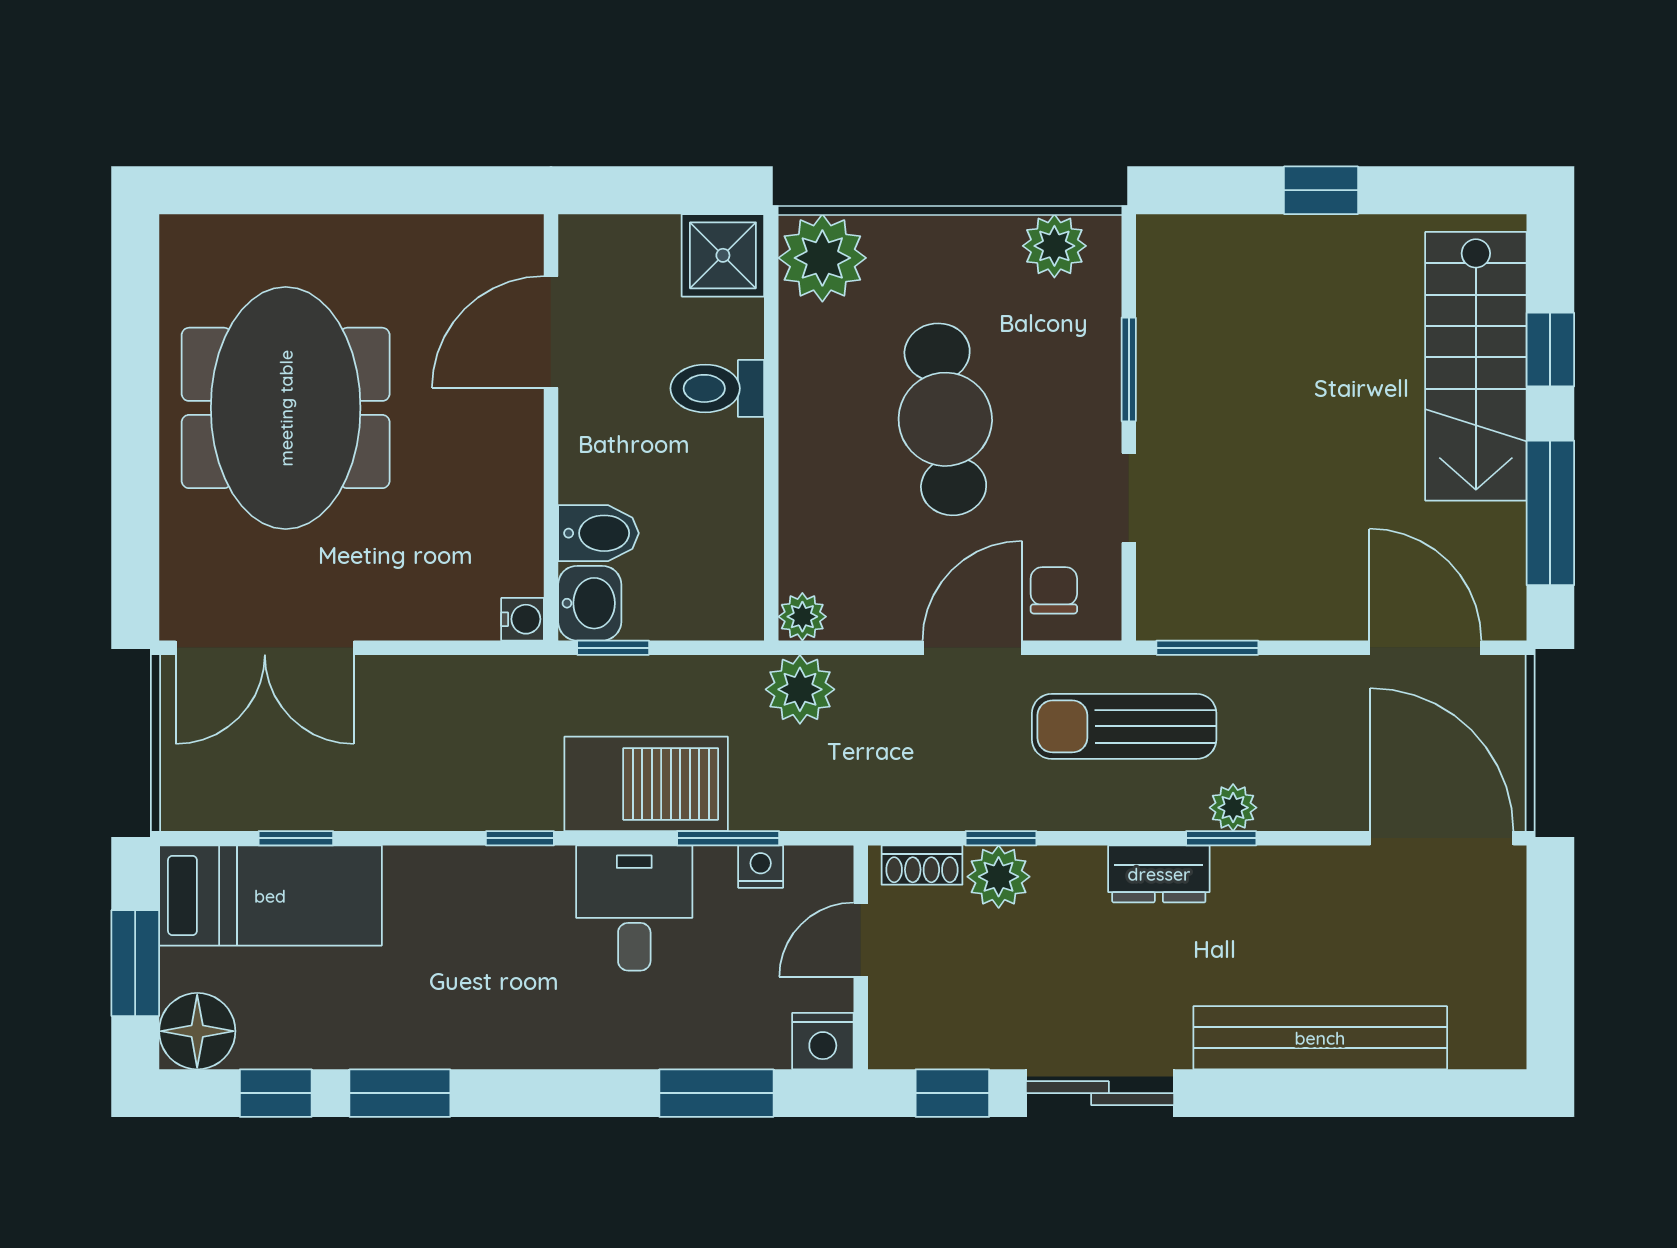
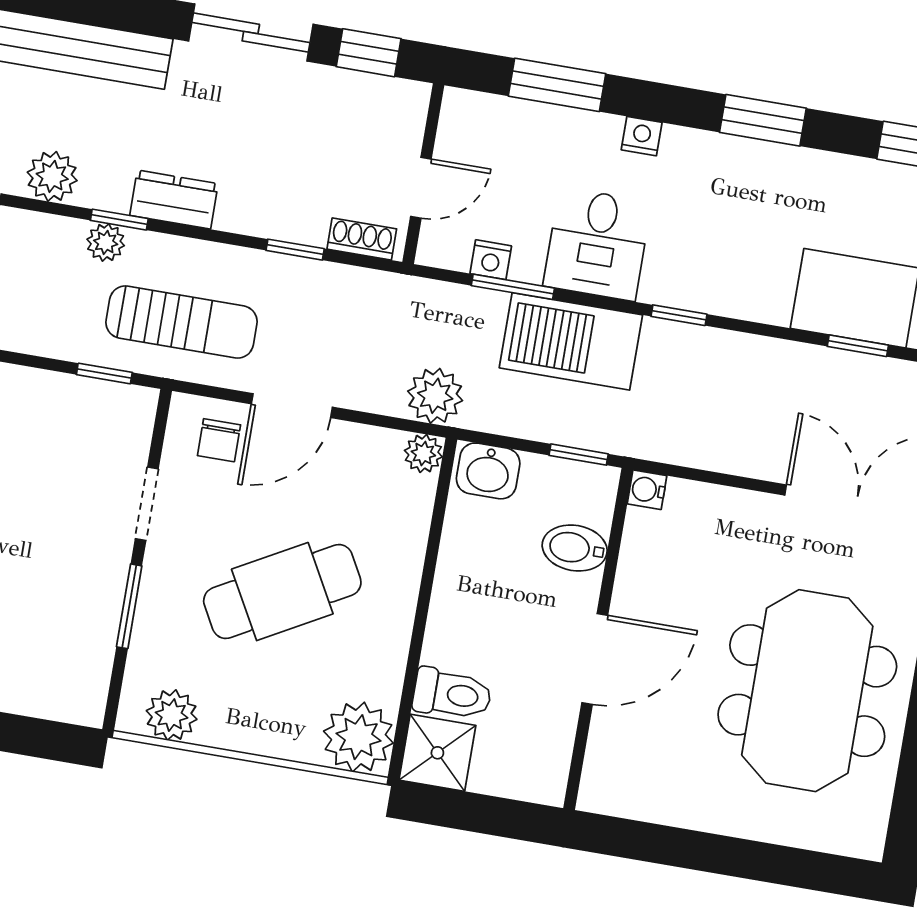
door: (551, 332) -> (595, 659), moved
toilet: (717, 388) -> (452, 694), moved
cafe table: (945, 419) -> (282, 592), turned 68
washbasin: (590, 603) -> (488, 471), moved, turned -90
window: (1207, 648) -> (104, 374), width x0.67
plant: (999, 877) -> (52, 176), moved
nightstand: (823, 1041) -> (642, 136), moved, width x0.72, depth x0.74
window: (400, 1093) -> (763, 120), moved

